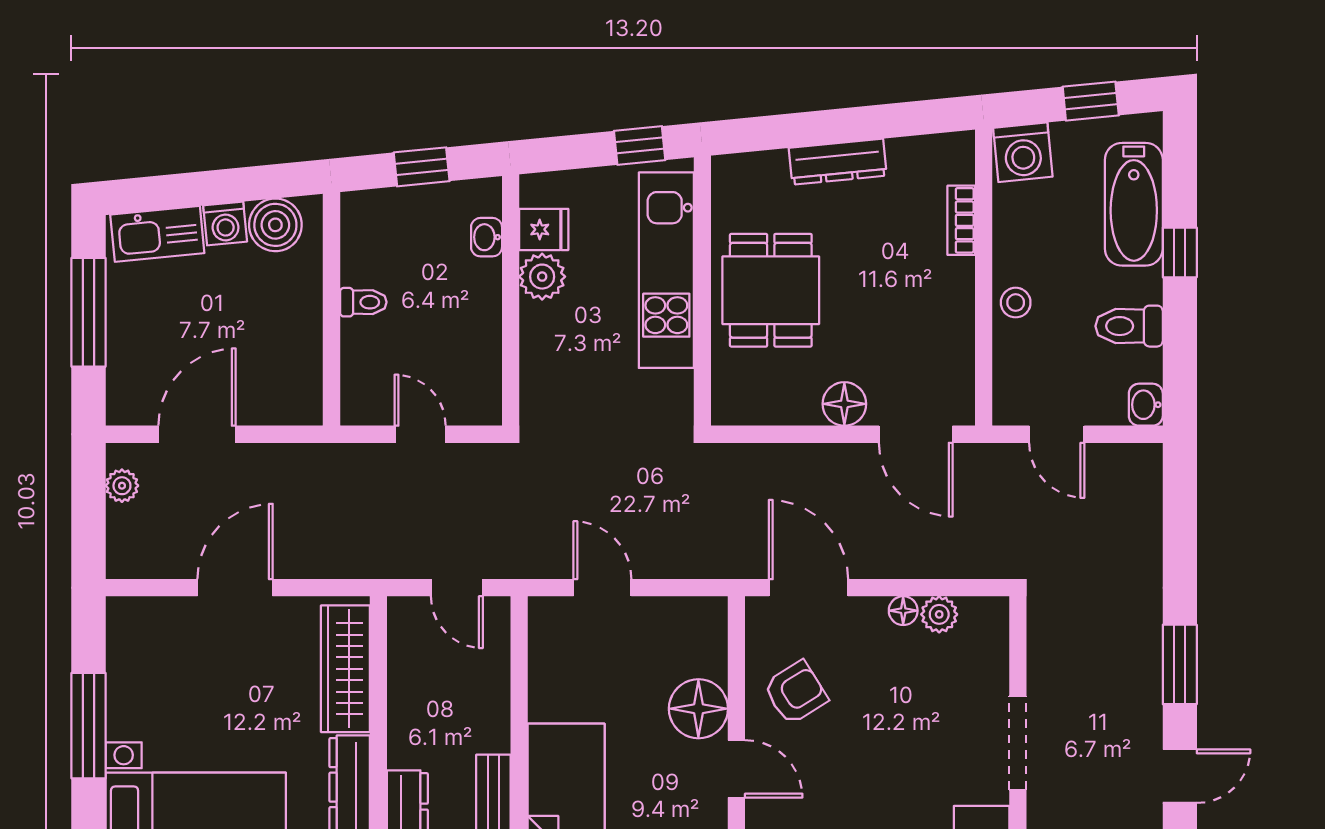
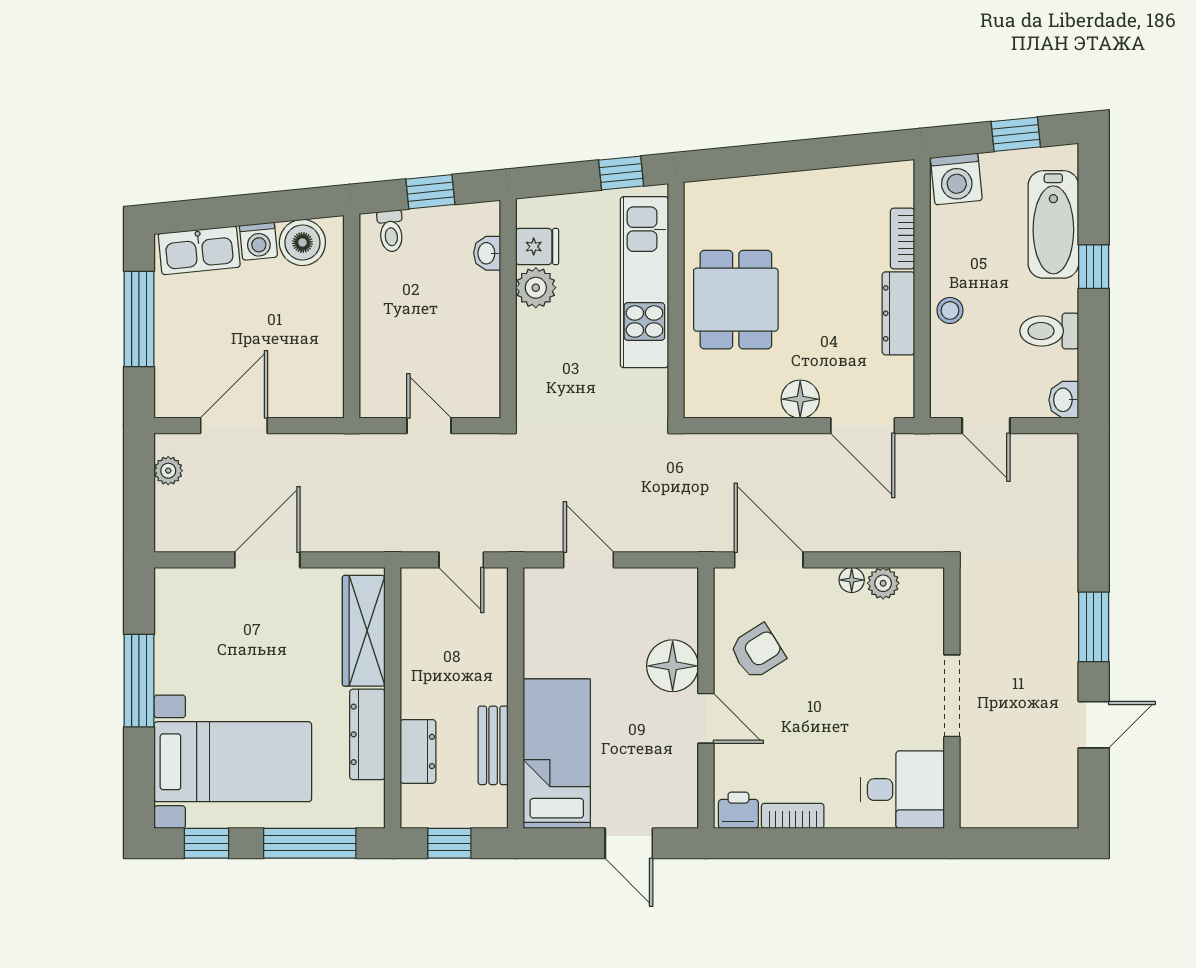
dresser: (838, 162) -> (898, 313), moved, turned 96
toilet: (363, 302) -> (391, 231), moved, turned 84

